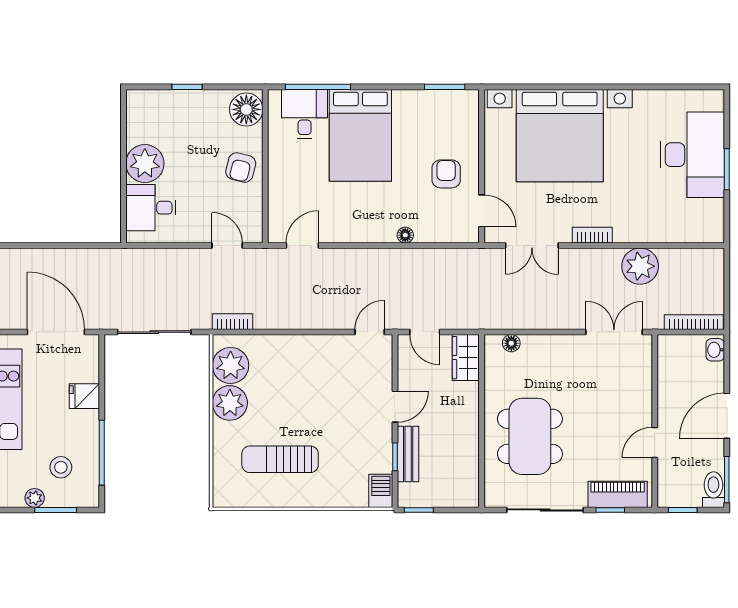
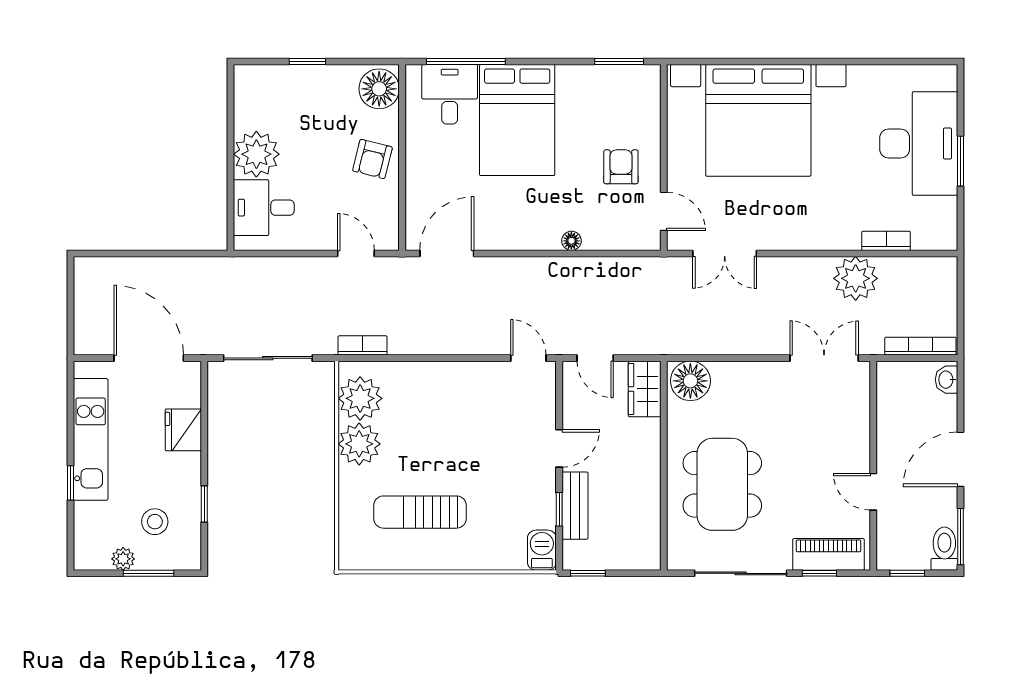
bookcase: (592, 235) -> (886, 241), moved
door: (302, 246) -> (447, 253), width x1.38
door: (370, 332) -> (528, 358), hinge flipped
floor lamp: (511, 343) -> (690, 381), width x1.89, depth x1.89
fridge: (84, 396) -> (183, 430), width x1.38
door: (655, 442) -> (873, 492), hinge flipped
window: (102, 453) -> (204, 504), width x0.46

